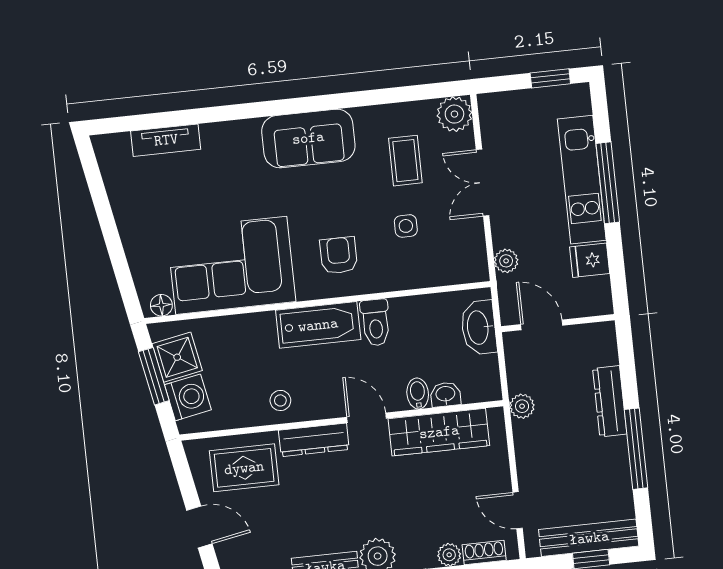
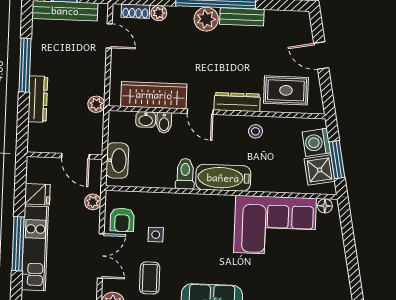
armchair: (339, 255) -> (122, 220), moved

